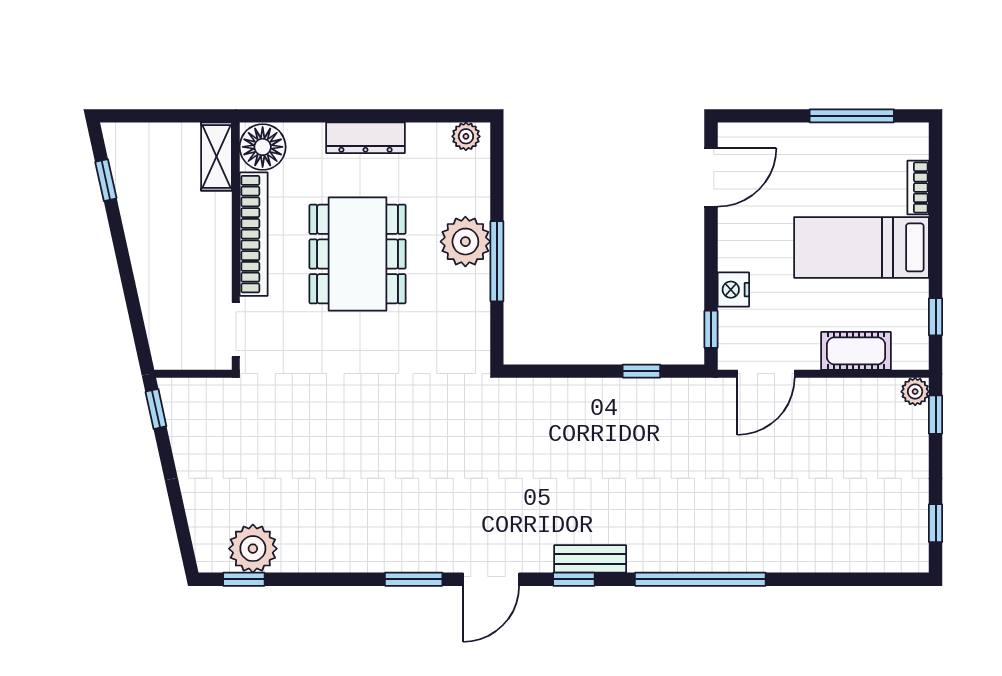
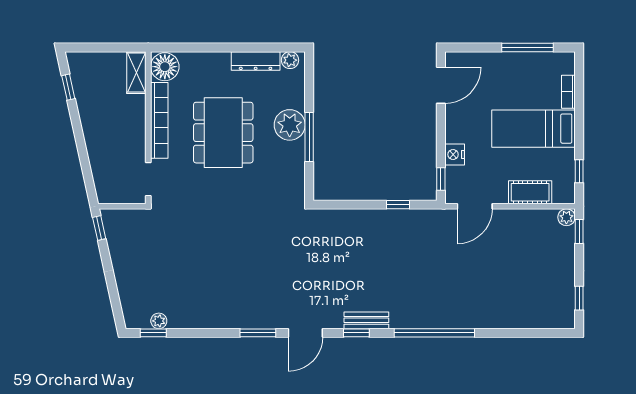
dresser: (365, 138) -> (256, 61), moved
plant: (253, 549) -> (159, 321), width x0.53, depth x0.53

